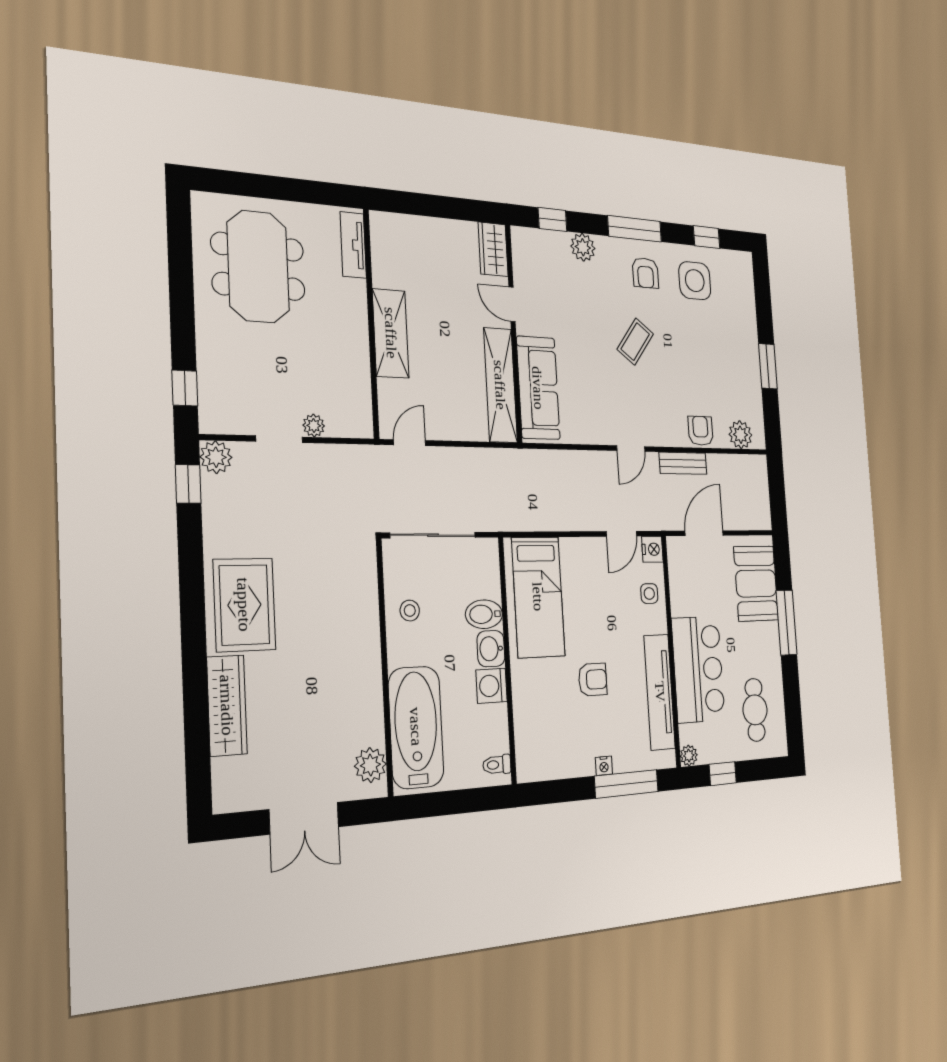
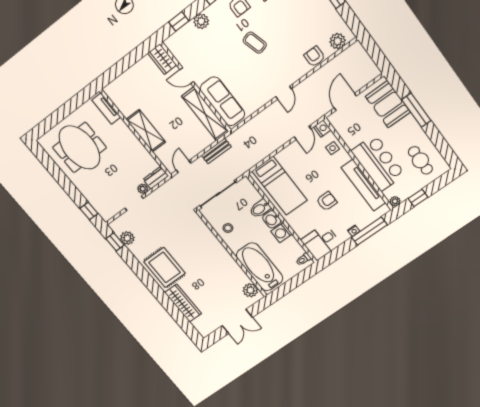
coffee table: (635, 342) -> (255, 43), turned -52
dresser: (350, 424) -> (156, 178), added
plant: (216, 457) -> (127, 238), moved
bench: (683, 463) -> (216, 151), moved
desk: (543, 750) -> (321, 242), added

